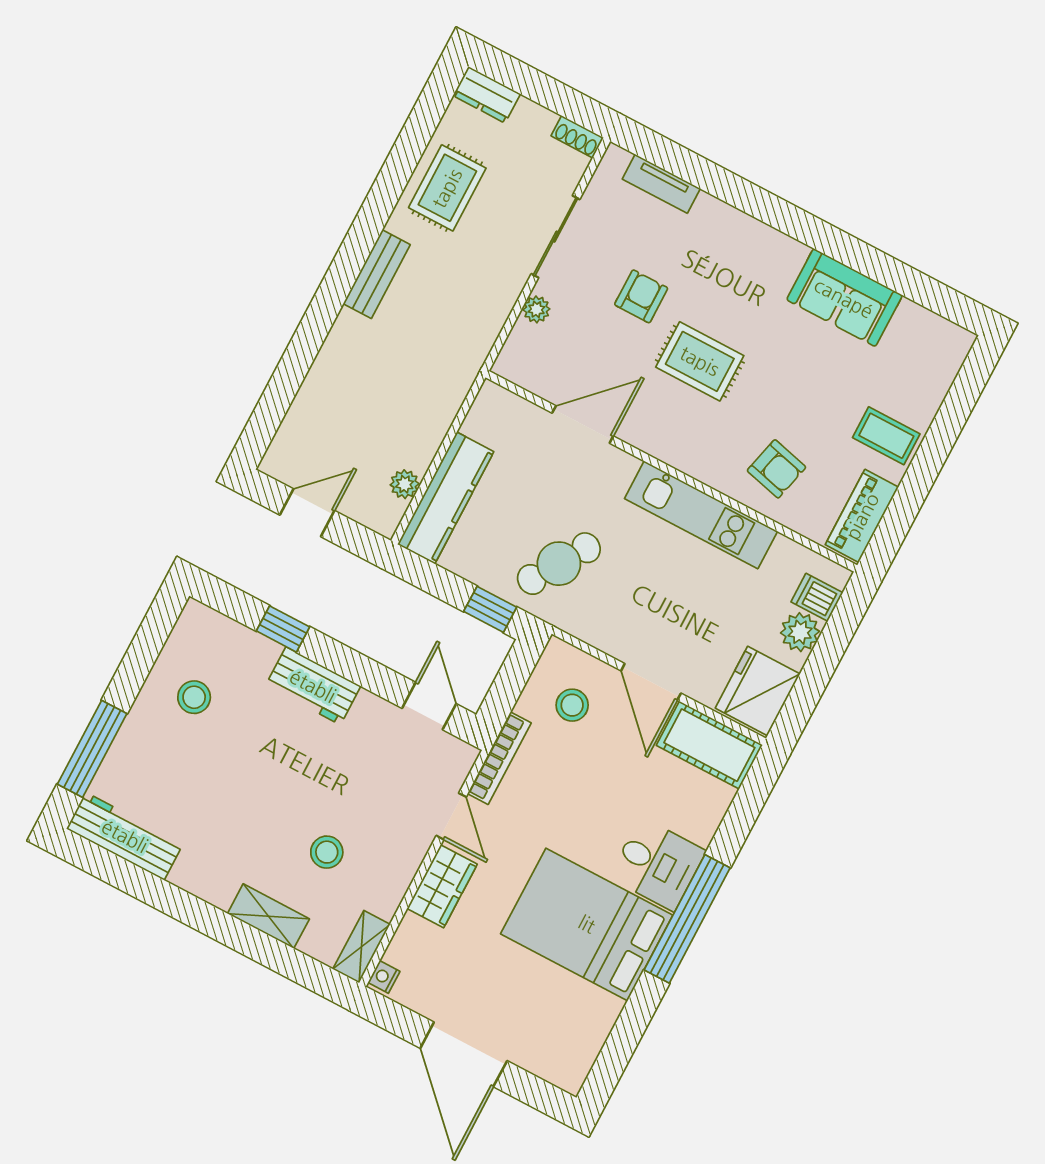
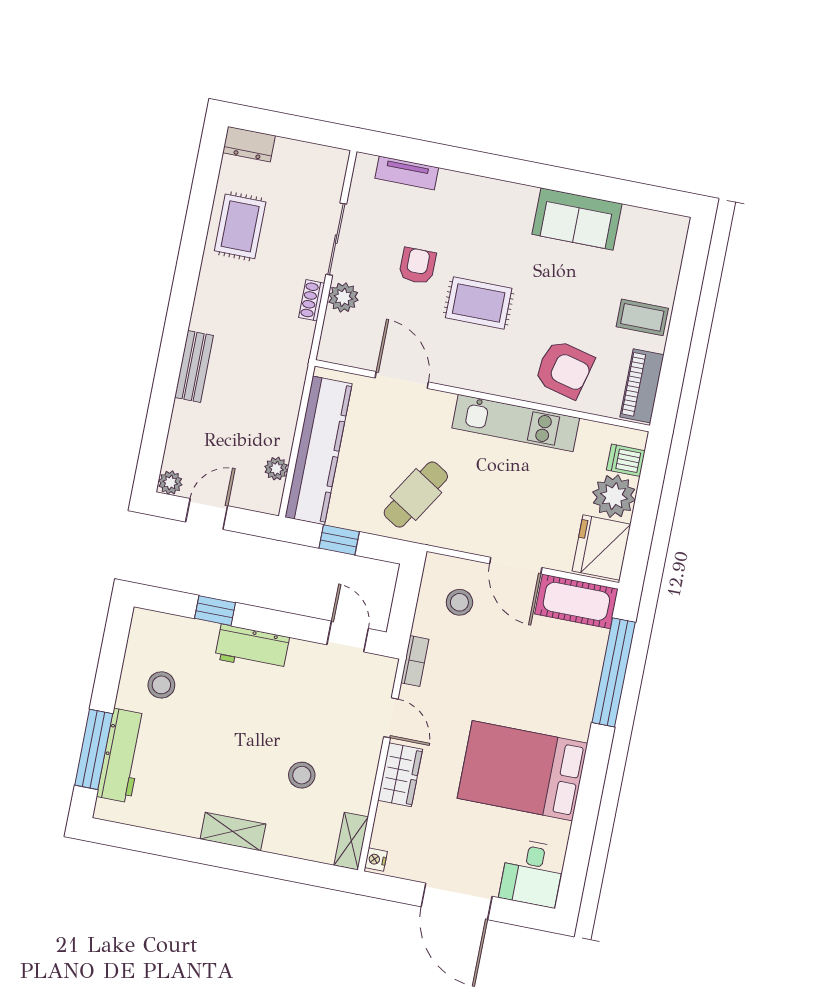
shoe rack: (577, 137) -> (312, 300), moved, turned 90
bench: (377, 274) -> (194, 366), moved
plant: (536, 309) -> (343, 297), width x1.38, depth x1.38
door: (583, 425) -> (402, 380), hinge flipped
plant: (276, 463) -> (170, 483), added
armchair: (777, 469) -> (564, 369), width x1.38, depth x1.38
kitchen counter: (446, 498) -> (318, 450), width x1.39, depth x1.17
window: (490, 609) -> (339, 540), moved
plant: (800, 632) -> (614, 496), width x1.36, depth x1.36
bookcase: (499, 758) -> (415, 661), width x0.64
workbench: (125, 836) -> (122, 756), moved, turned 90
desk: (657, 864) -> (532, 873), moved, turned 90
shelving: (268, 916) -> (233, 832), moved
window: (687, 919) -> (614, 672), moved

